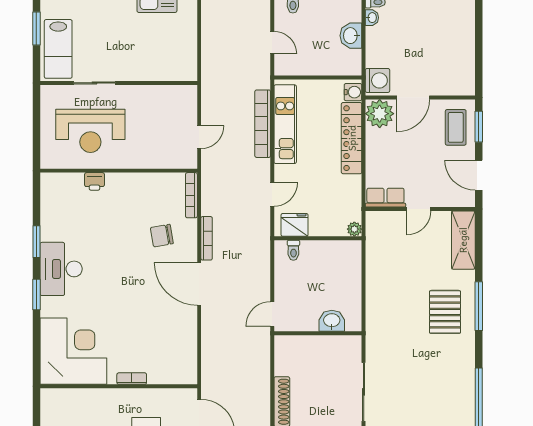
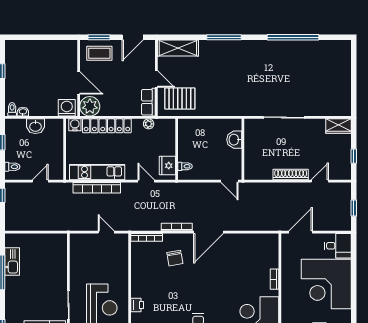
plant: (354, 229) -> (149, 124), moved
pallet: (445, 312) -> (180, 98), moved

